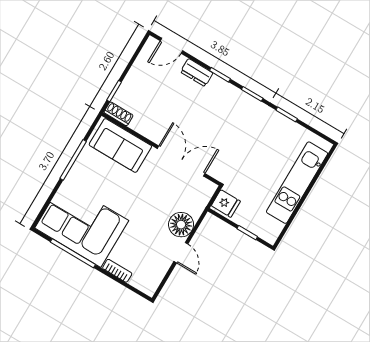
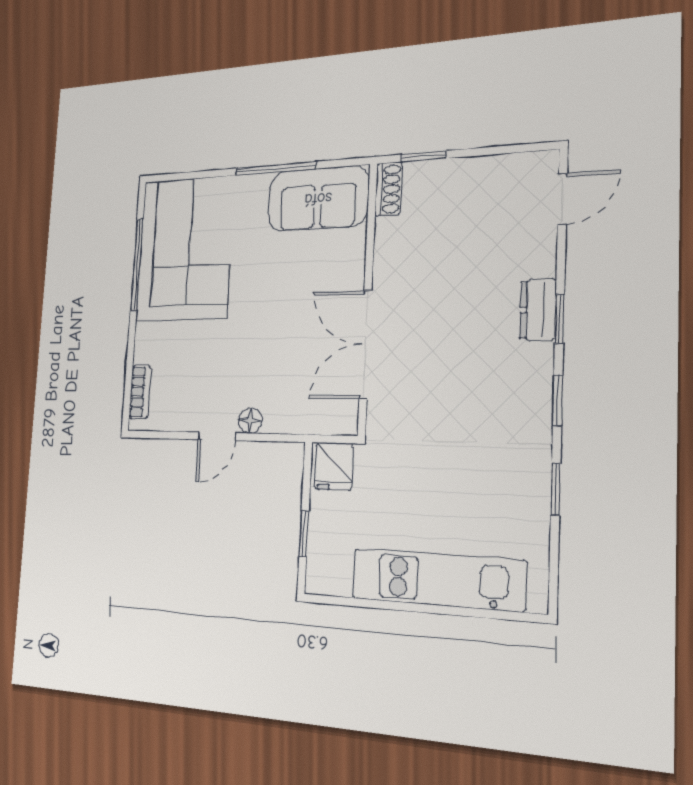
door: (171, 46) -> (562, 199), swing flipped
dresser: (197, 72) -> (538, 310), moved
sofa: (120, 145) -> (318, 199), moved, turned -90
double door: (181, 161) -> (366, 345), swing flipped
floor lamp: (181, 225) -> (250, 421), width x0.53, depth x0.53
bookcase: (117, 271) -> (140, 392), moved

